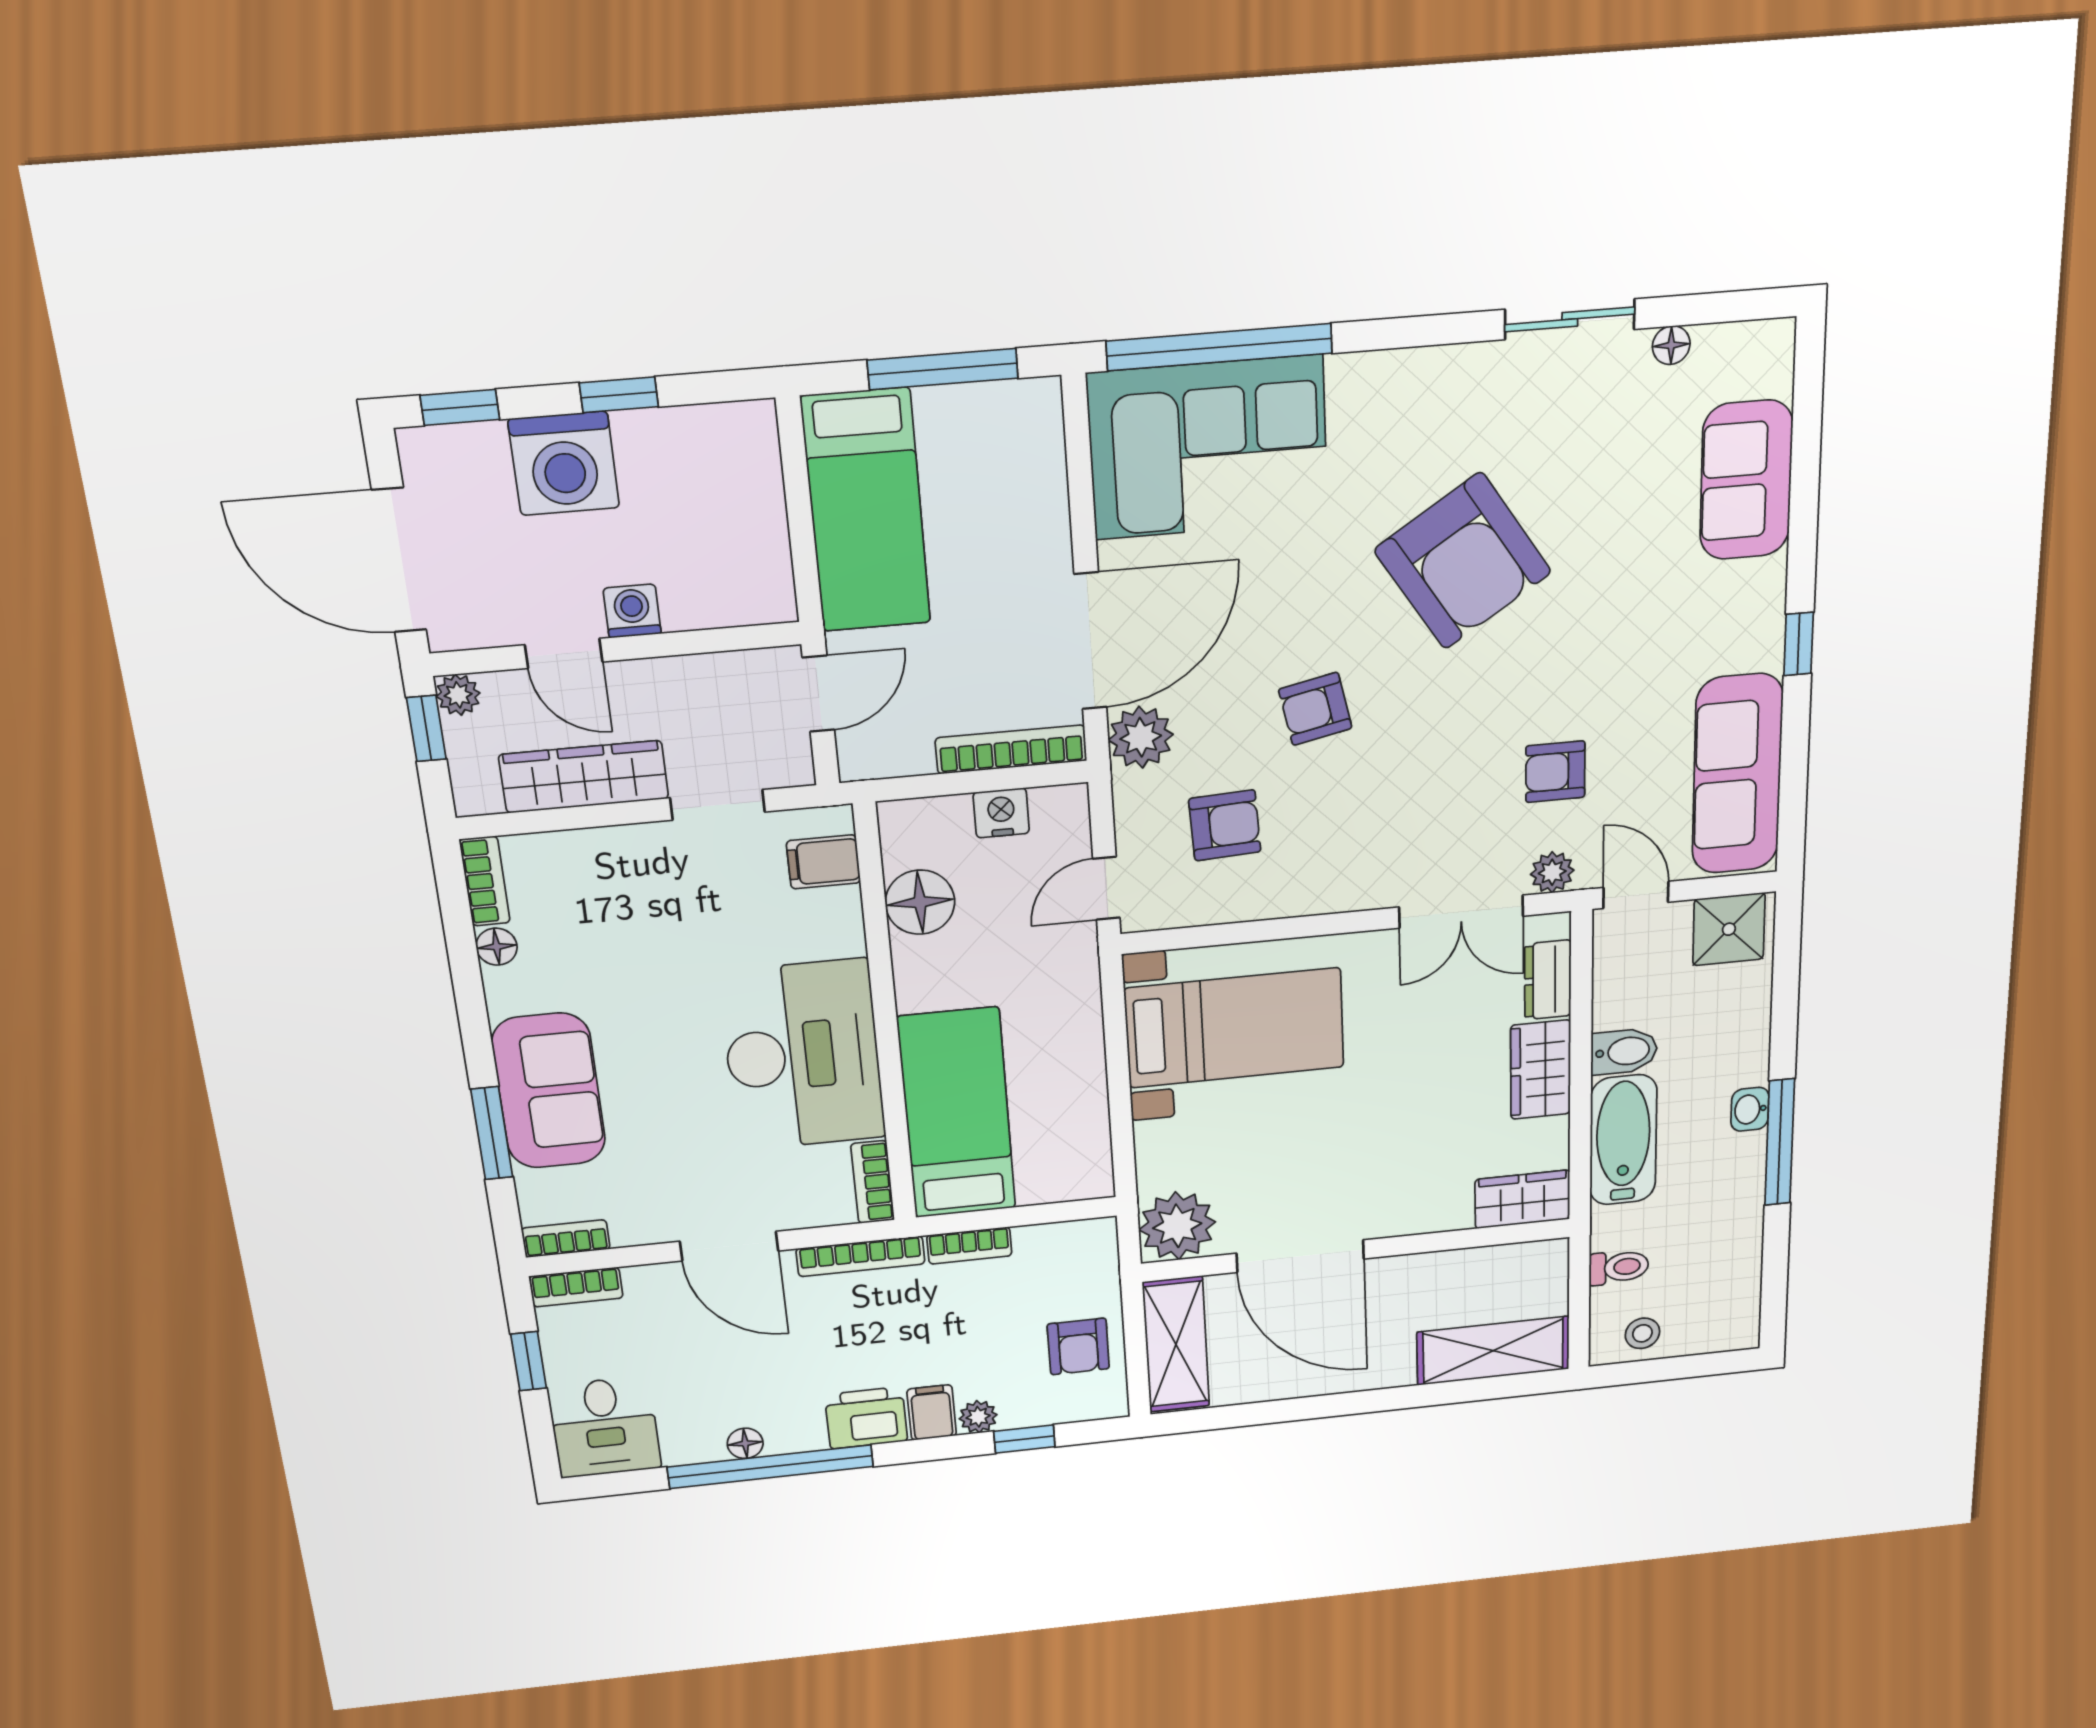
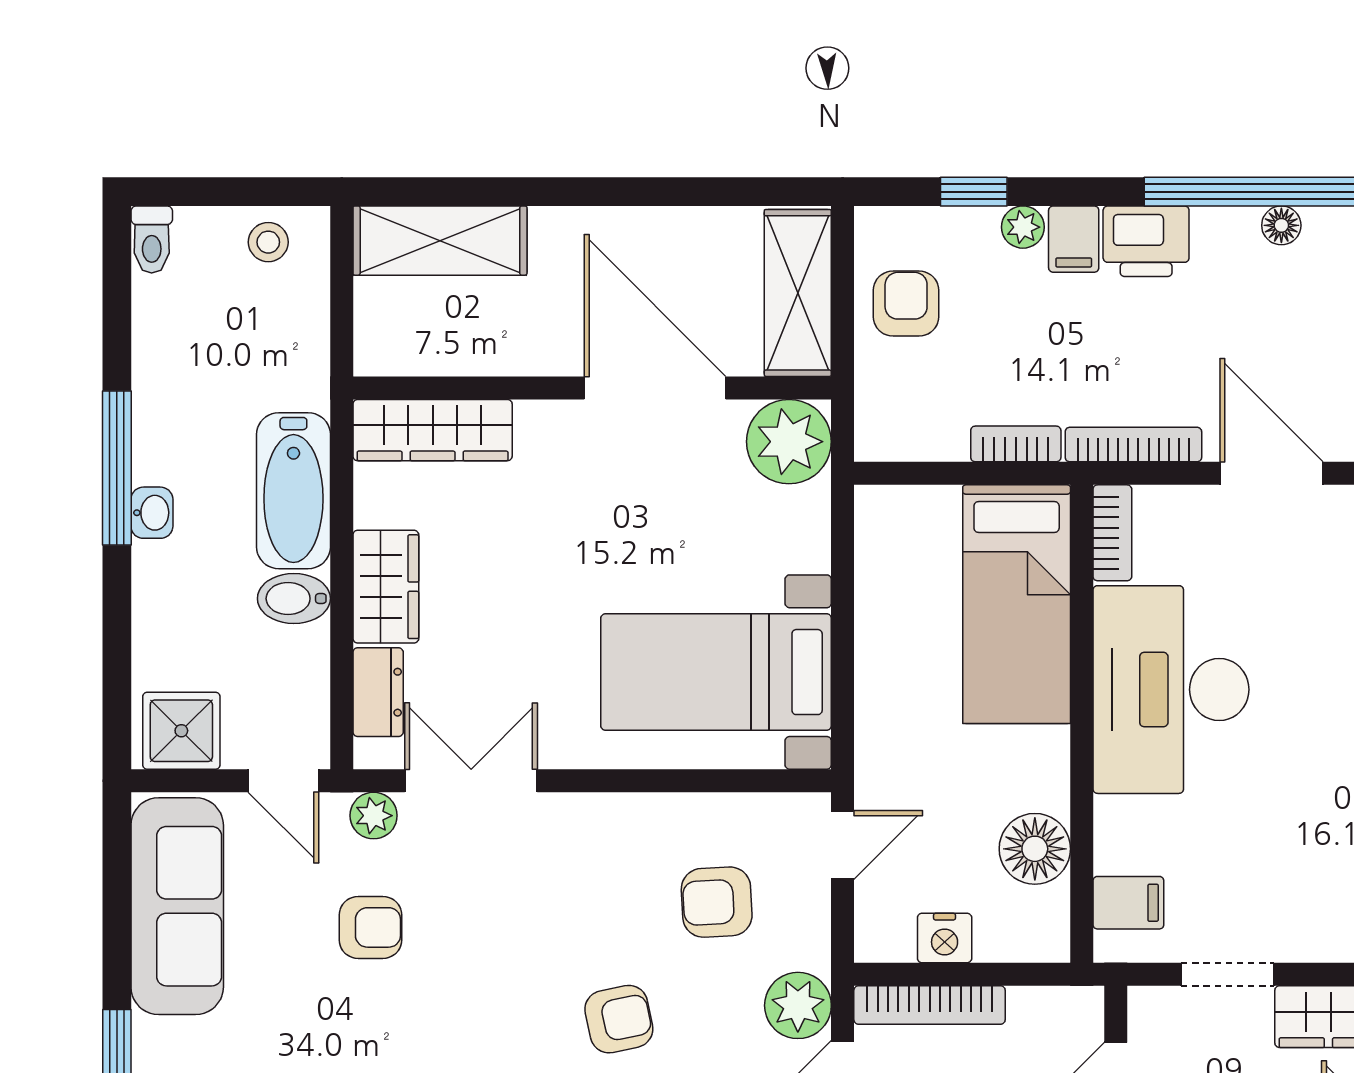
wardrobe: (1522, 1199) -> (433, 430), width x1.50
toilet: (1619, 1267) -> (152, 239), moved, turned -90

